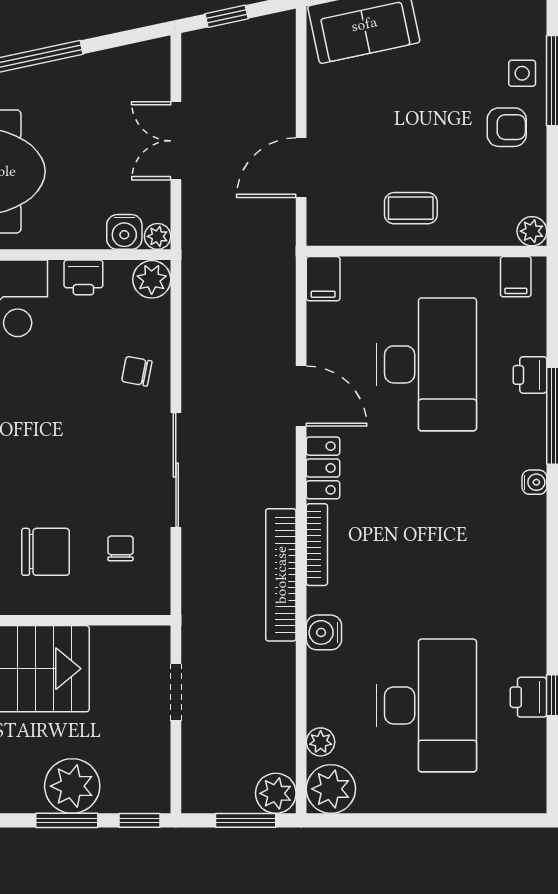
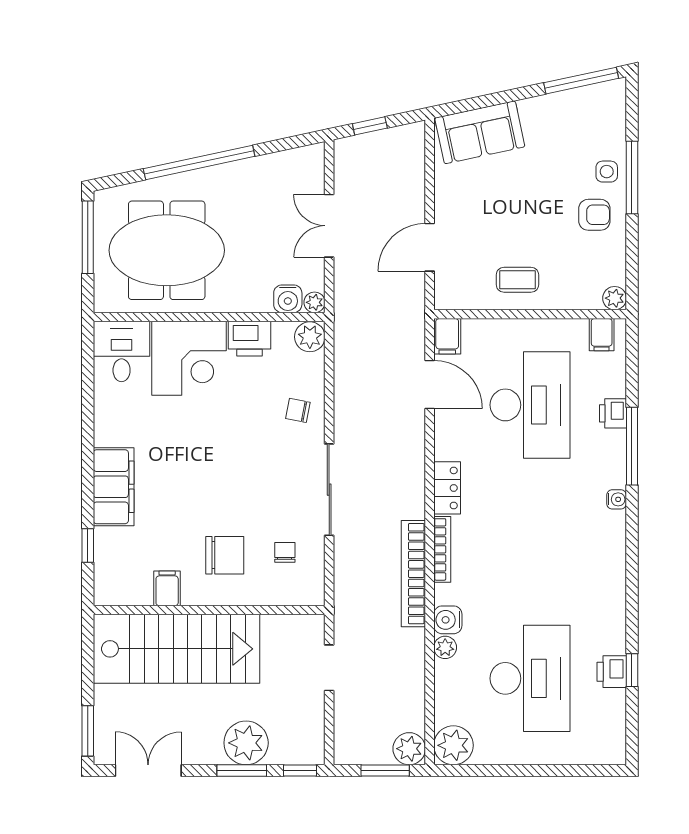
printer: (83, 277) -> (249, 339), width x1.36, depth x1.24
door: (301, 396) -> (430, 384), moved
plant: (321, 742) -> (445, 647), moved

